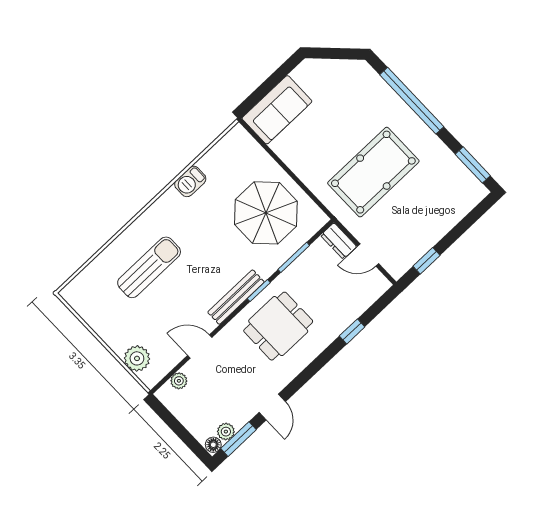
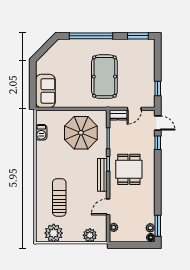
barbecue: (190, 181) -> (41, 132), moved
plant: (93, 306) -> (54, 233), added
door: (272, 407) -> (158, 123), moved

